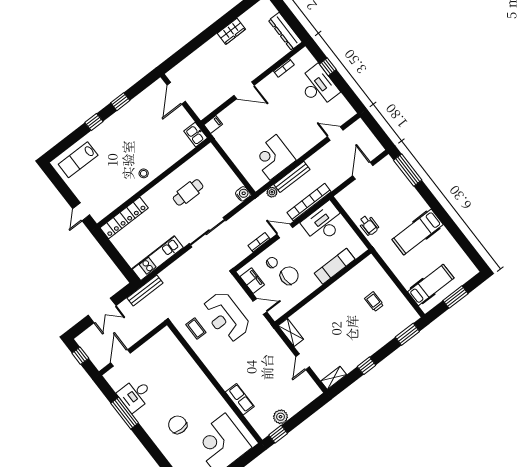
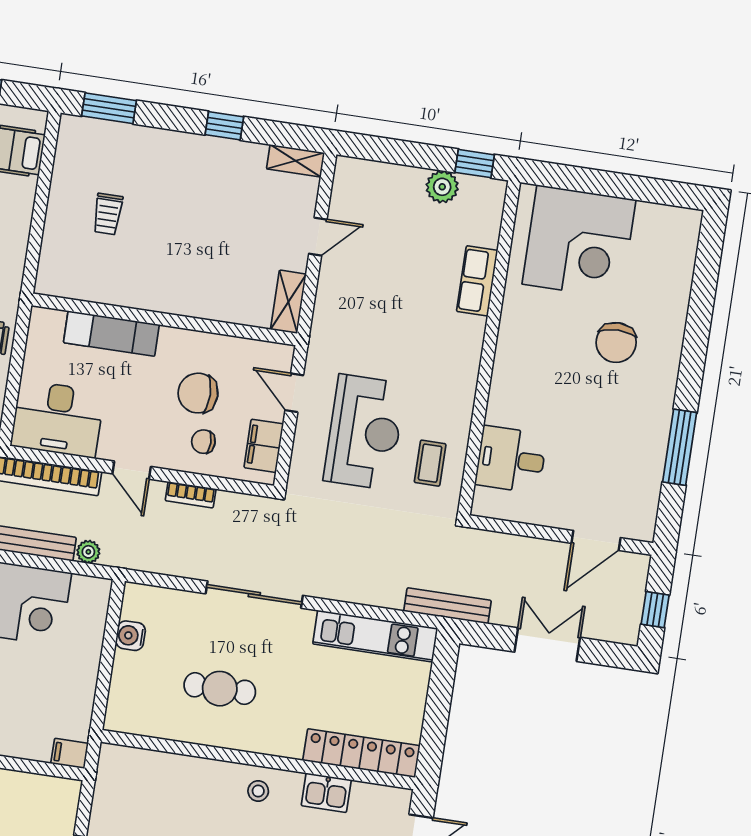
kitchen sink: (196, 135) -> (326, 793), moved, turned 90
water cooler: (243, 194) -> (131, 636), moved
desk: (135, 395) -> (511, 459), moved, turned 180

